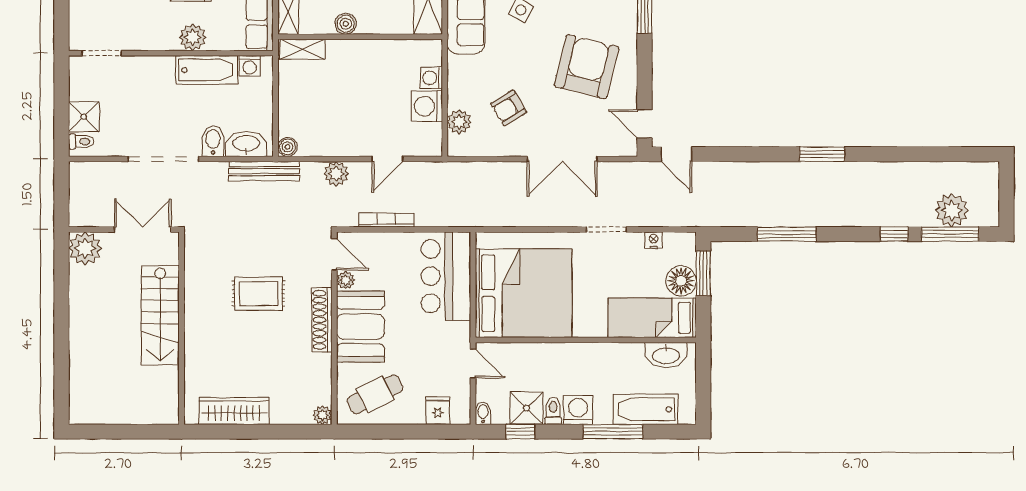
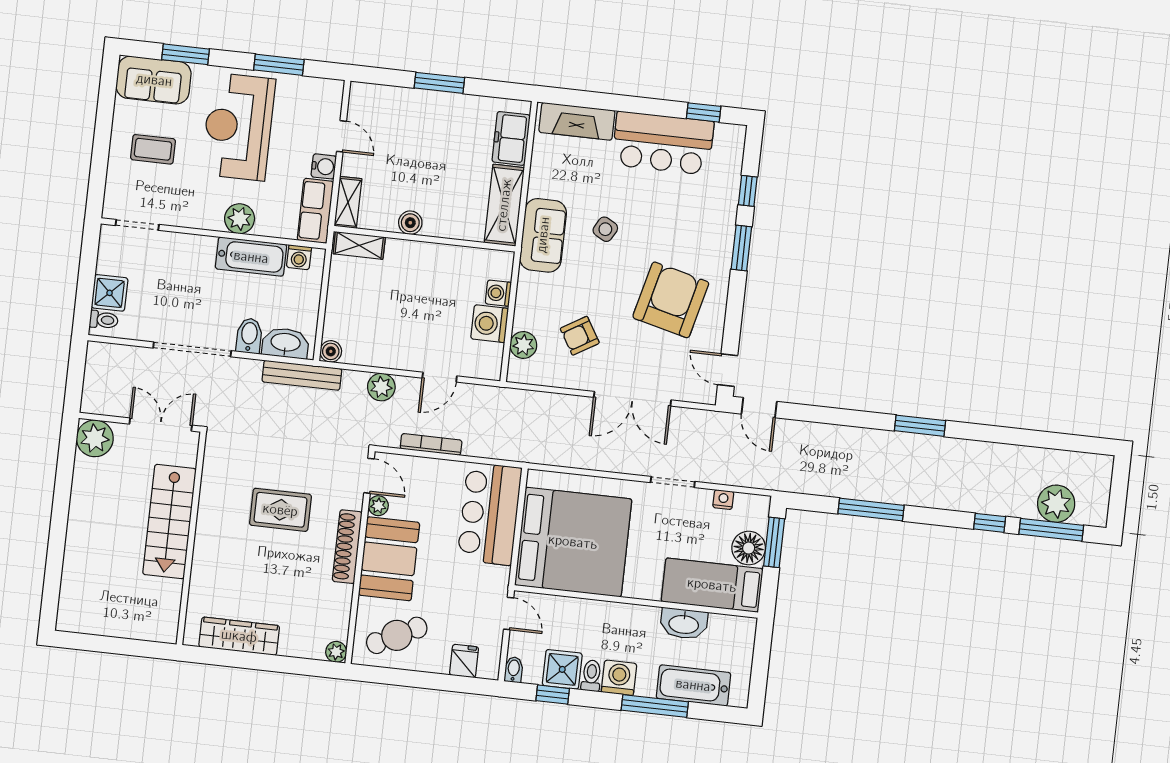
washbasin: (666, 355) -> (684, 624), moved

